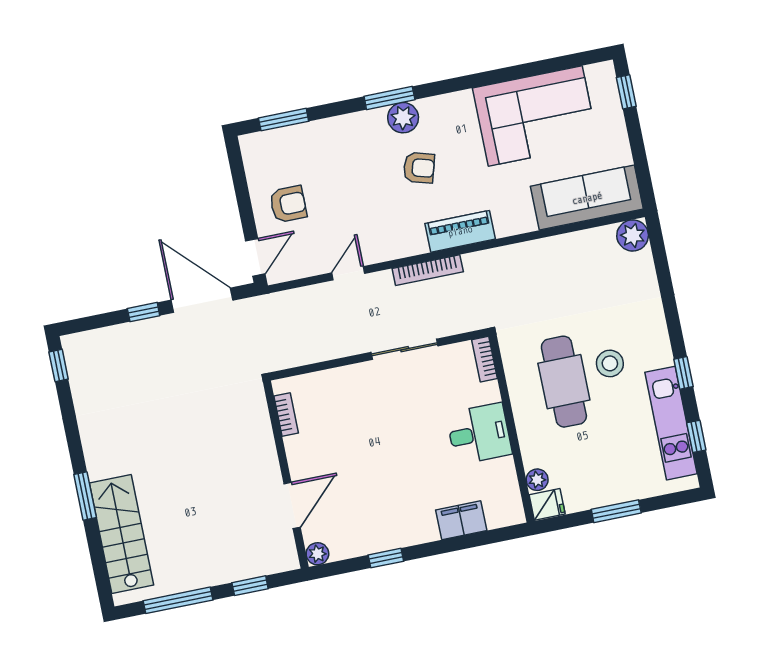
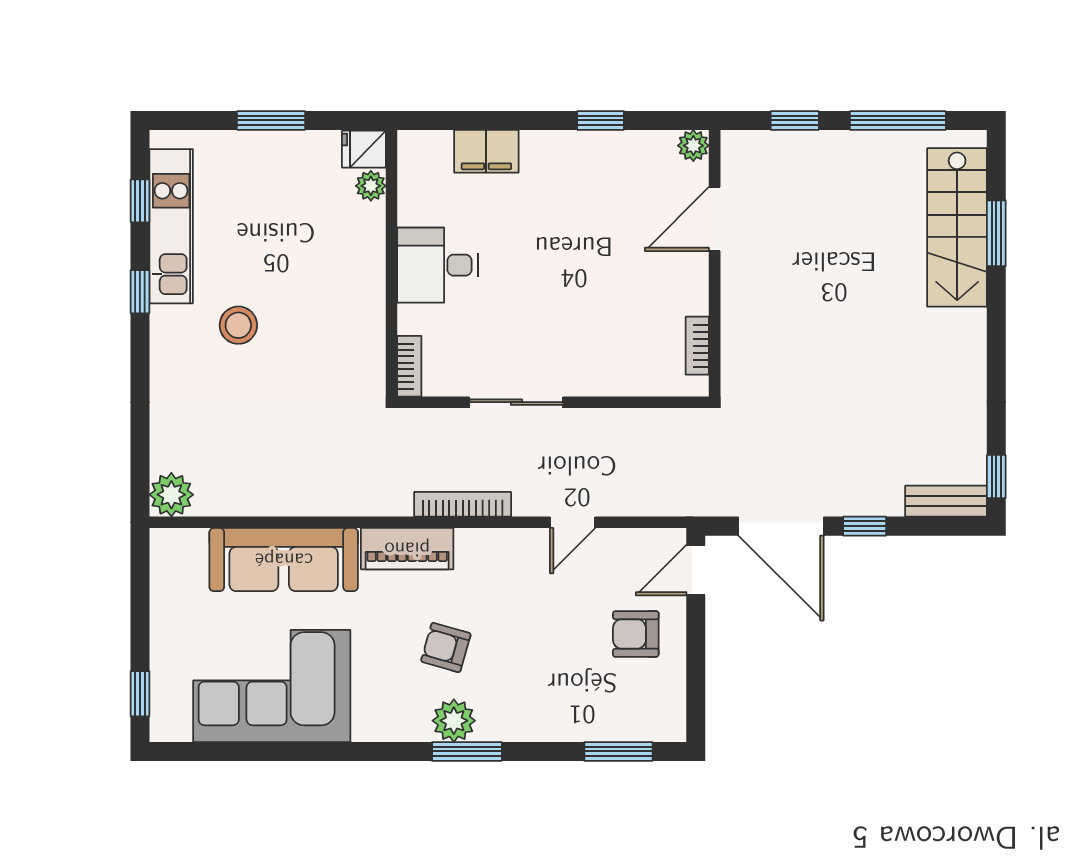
sofa: (587, 198) -> (284, 560), moved
bench: (90, 341) -> (946, 501), added
cafe table: (564, 382) -> (307, 313), removed
window: (85, 496) -> (996, 233), moved

